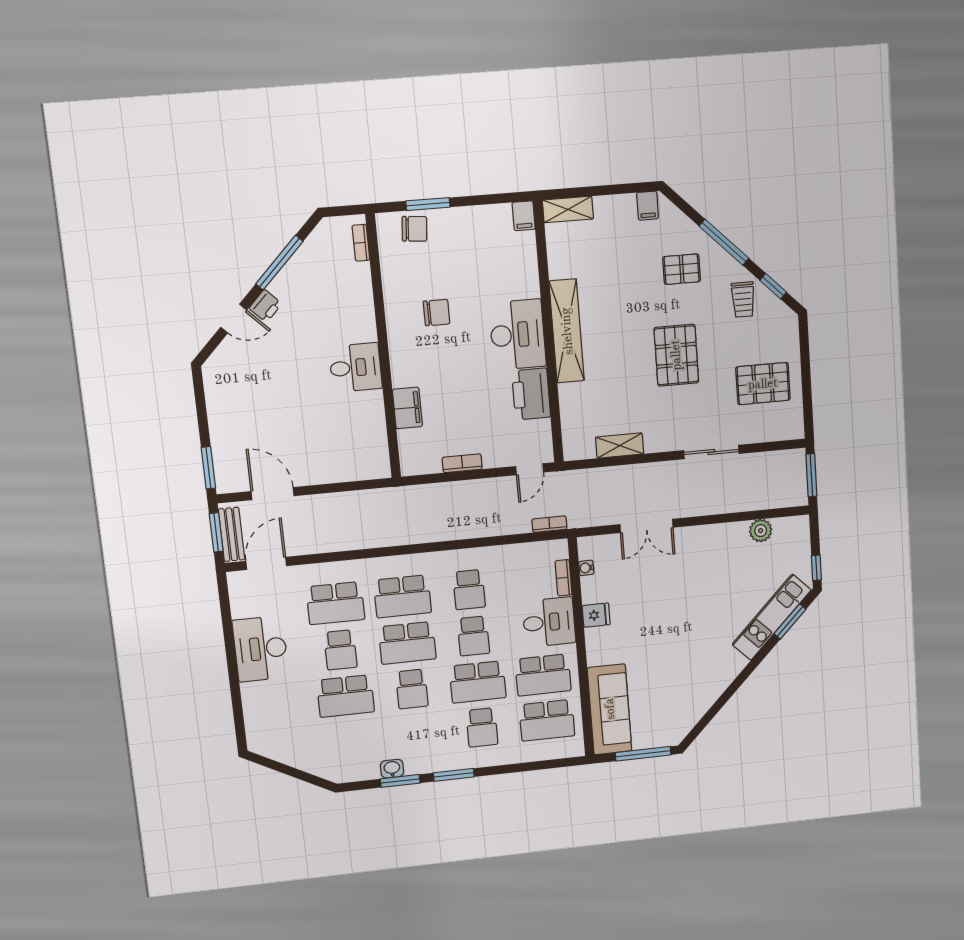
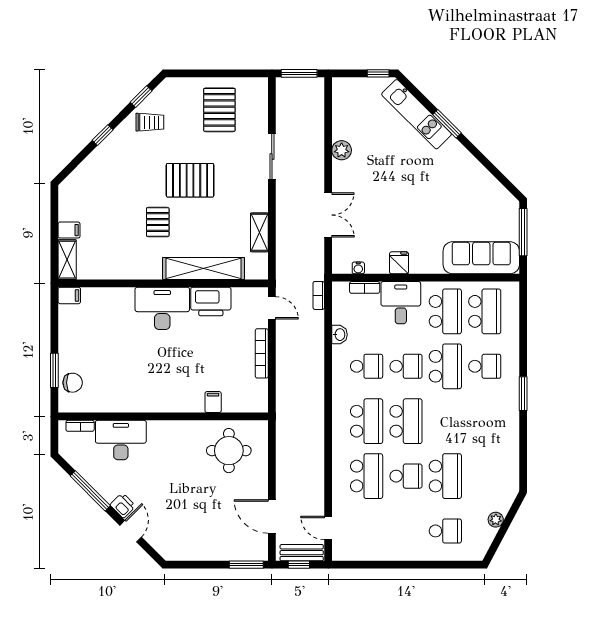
filing cabinet: (648, 206) -> (69, 230), moved
chair: (414, 229) -> (73, 383), turned 85
window: (724, 242) -> (103, 135), width x0.46
pallet: (682, 269) -> (158, 222), moved
chair: (437, 313) -> (139, 372), removed
shelving: (567, 331) -> (204, 268), moved
desk: (355, 368) -> (121, 440), moved, width x1.37
filing cabinet: (407, 408) -> (213, 402), width x0.50
round table: (349, 433) -> (229, 451), added
bookcase: (462, 463) -> (262, 353), width x1.56
door: (273, 494) -> (272, 516), hinge flipped
plant: (761, 531) -> (342, 150), moved
window: (216, 532) -> (299, 565), width x0.67
door: (266, 563) -> (328, 528), width x0.73
window: (790, 621) -> (447, 124), moved
desk: (261, 649) -> (398, 540), removed
school desk: (412, 689) -> (445, 531), moved
plant: (299, 760) -> (496, 520), added
washbasin: (392, 769) -> (340, 335), moved, turned 180
window: (400, 781) -> (523, 439), removed

